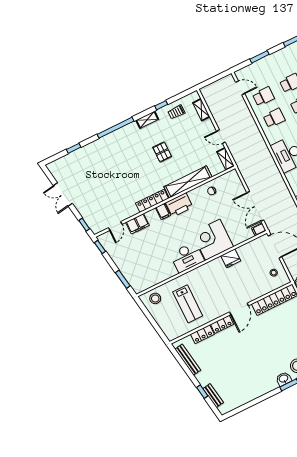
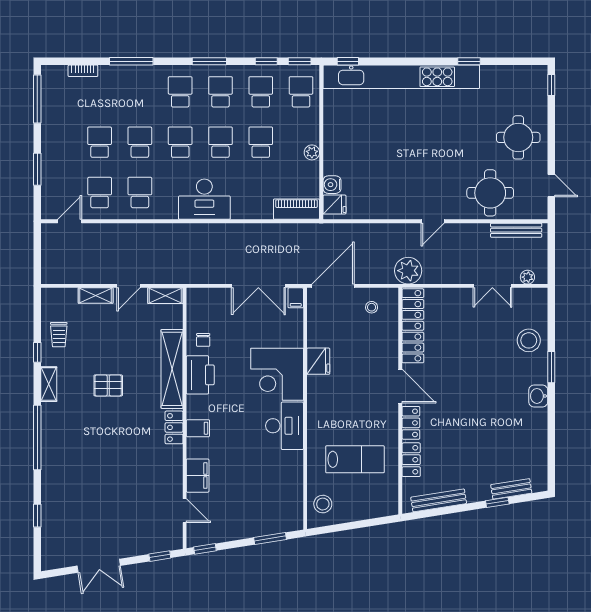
shelving: (201, 110) -> (96, 295), moved
locker: (152, 201) -> (174, 427), width x0.66
printer: (179, 205) -> (200, 375), moved
washbasin: (284, 379) -> (538, 396), moved

